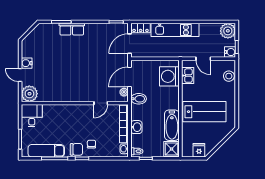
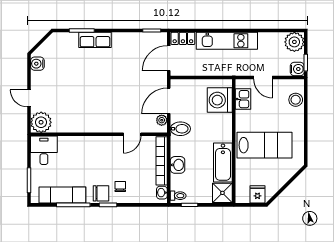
water cooler: (27, 63) -> (37, 64), moved

